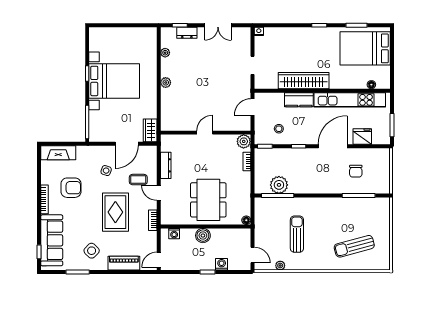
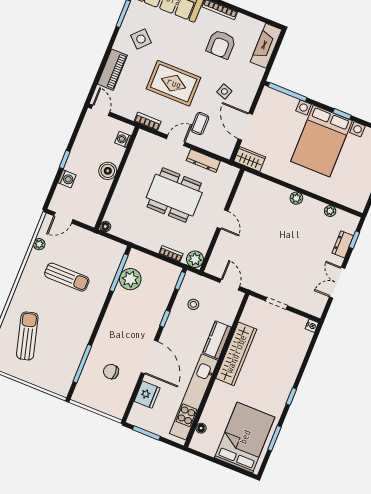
dining table: (208, 200) -> (174, 195), moved

